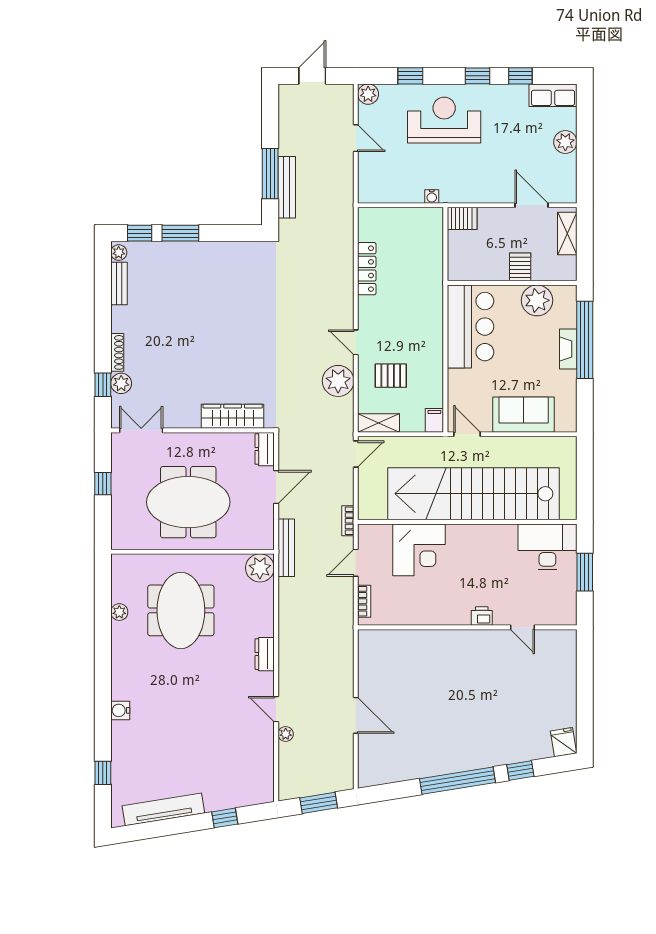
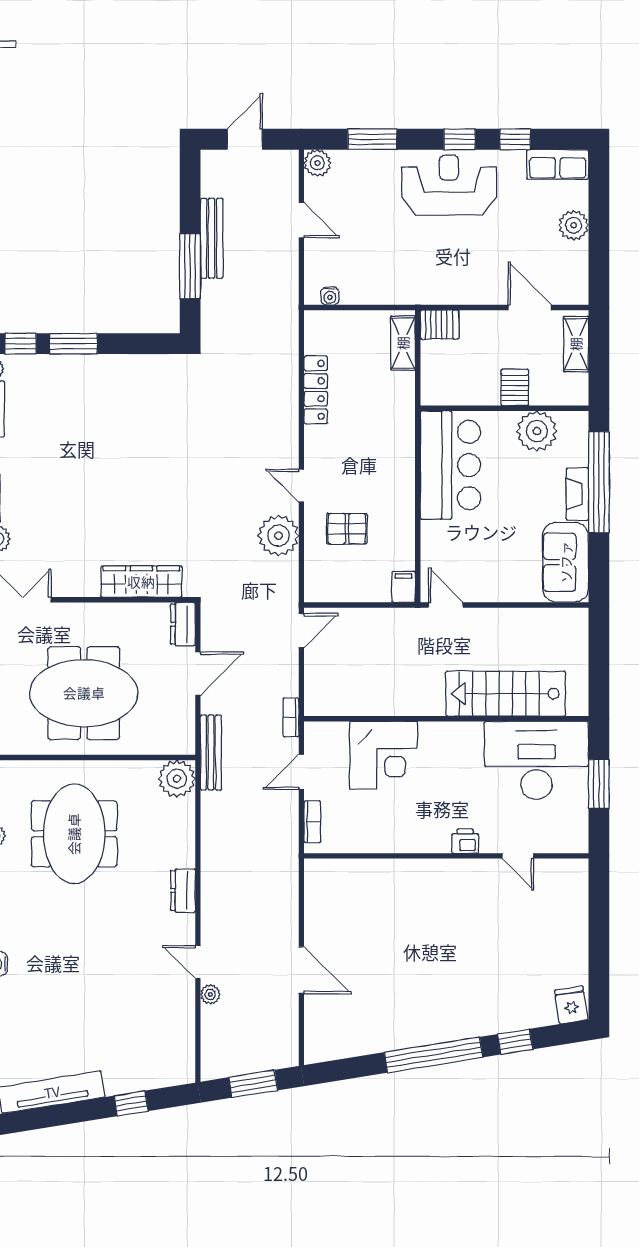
window: (410, 76) -> (372, 139), width x1.50
reception desk: (444, 120) -> (449, 185), moved
bench: (287, 187) -> (212, 238), moved
water cooler: (432, 196) -> (330, 296), moved
sofa: (524, 415) -> (566, 562), moved, turned -90
shelving: (379, 423) -> (403, 343), moved, turned 90
stairs: (473, 494) -> (506, 694), width x0.54, depth x0.66
desk: (547, 547) -> (537, 760), width x1.36, depth x1.30

